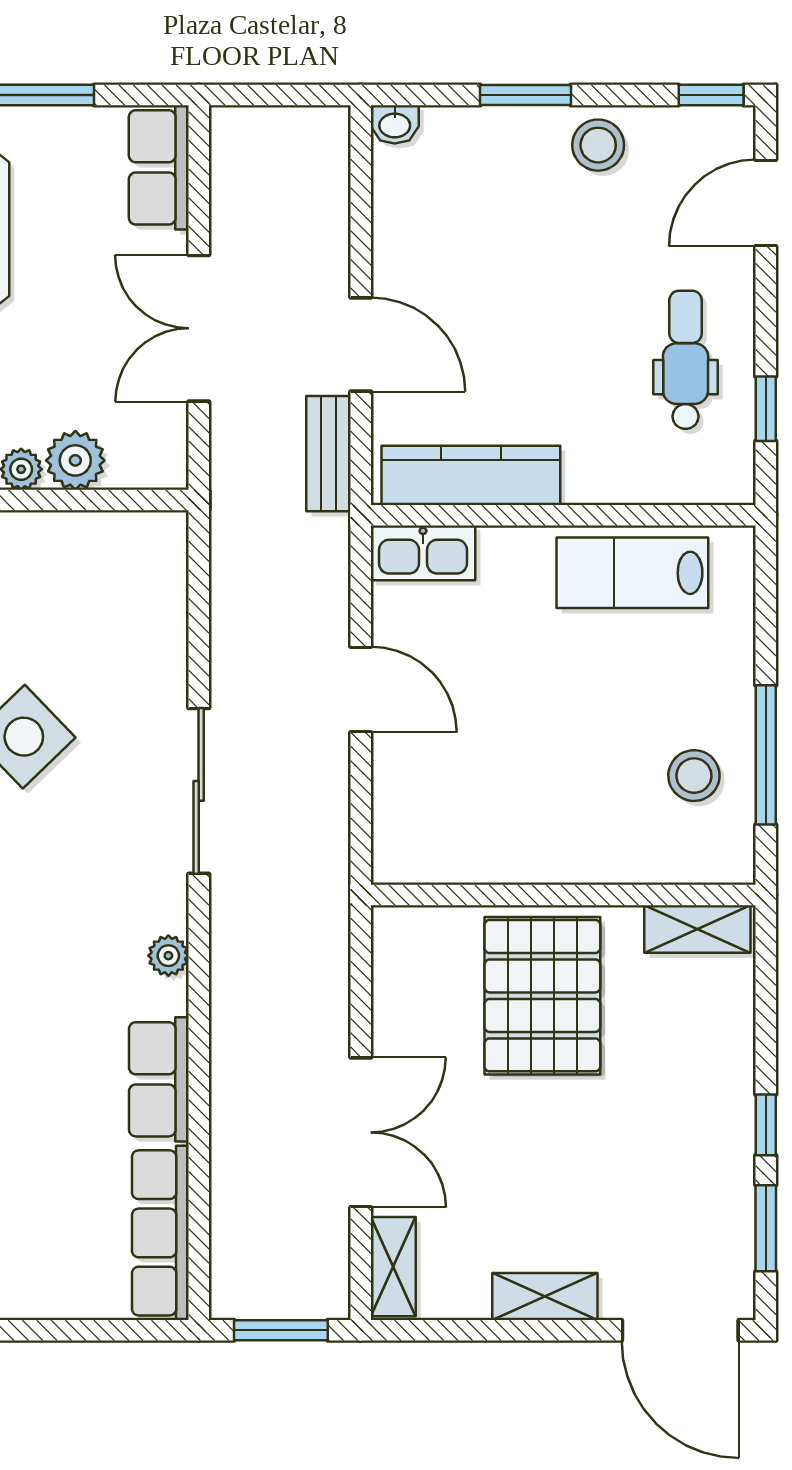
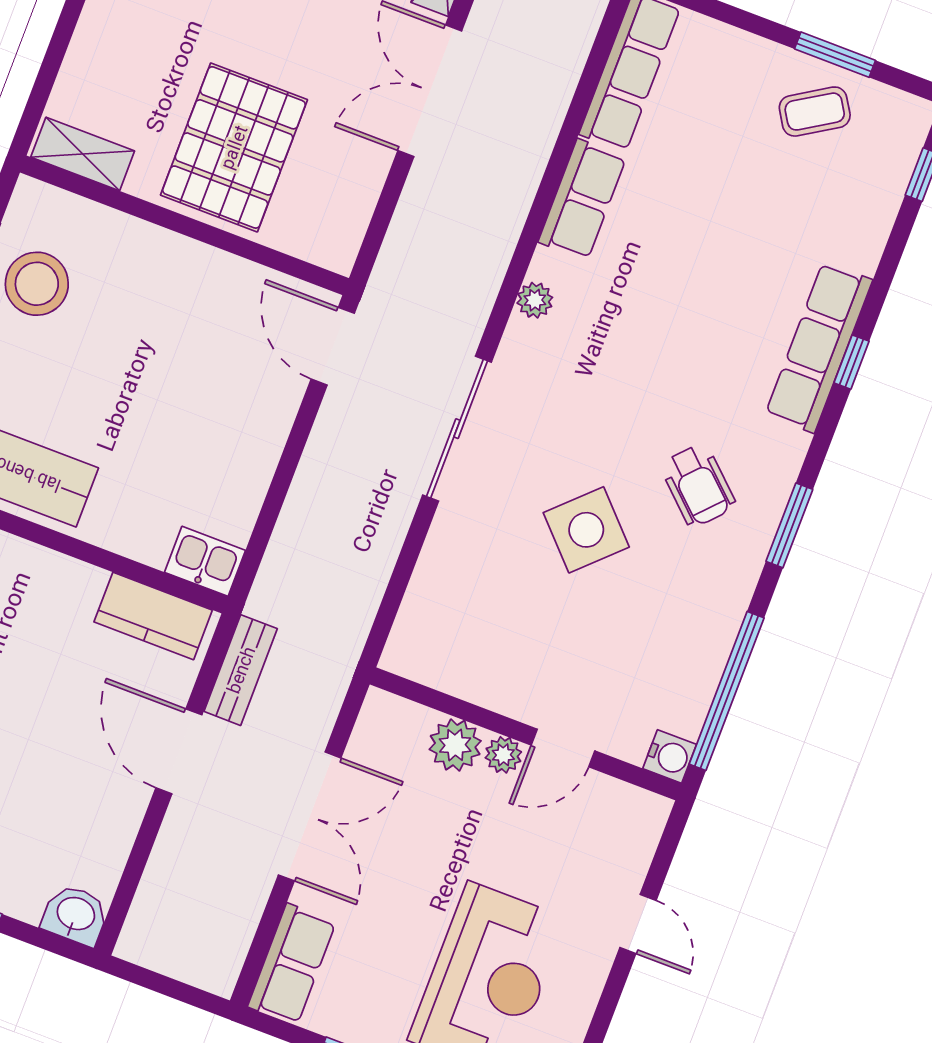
washbasin: (395, 124) -> (75, 915), width x1.38, depth x1.45
kitchen counter: (471, 475) -> (153, 616), width x0.67
kitchen sink: (423, 553) -> (205, 561), width x0.73
door: (361, 689) -> (333, 346), moved
stool: (694, 776) -> (37, 284), width x1.38, depth x1.38

